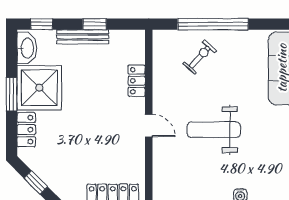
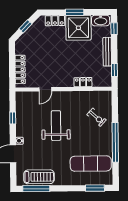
window: (95, 24) -> (114, 70), moved
window: (213, 24) -> (115, 142), moved
door: (149, 126) -> (45, 89), moved

